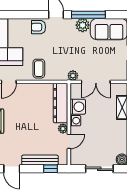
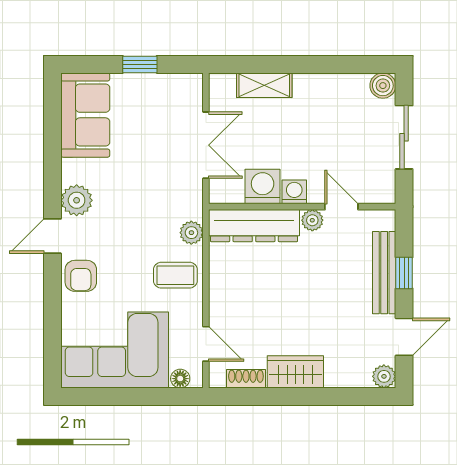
window: (88, 15) -> (52, 162), removed
plant: (83, 25) -> (77, 200), moved
plant: (73, 76) -> (191, 233), moved
window: (51, 169) -> (404, 273), moved

